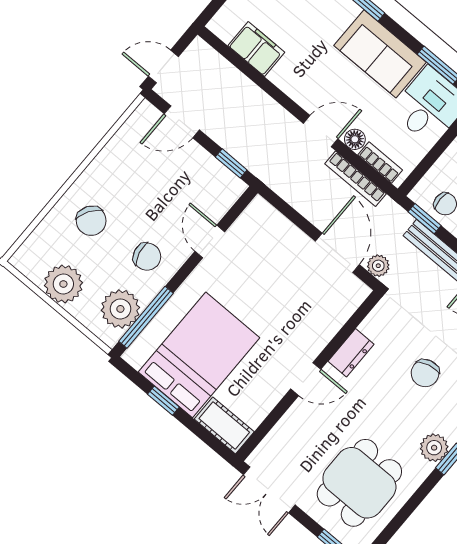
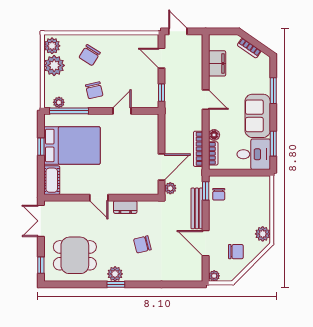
door: (321, 131) -> (206, 100), moved
plant: (33, 263) -> (52, 46), added
plant: (120, 309) -> (59, 102), width x0.53, depth x0.53

